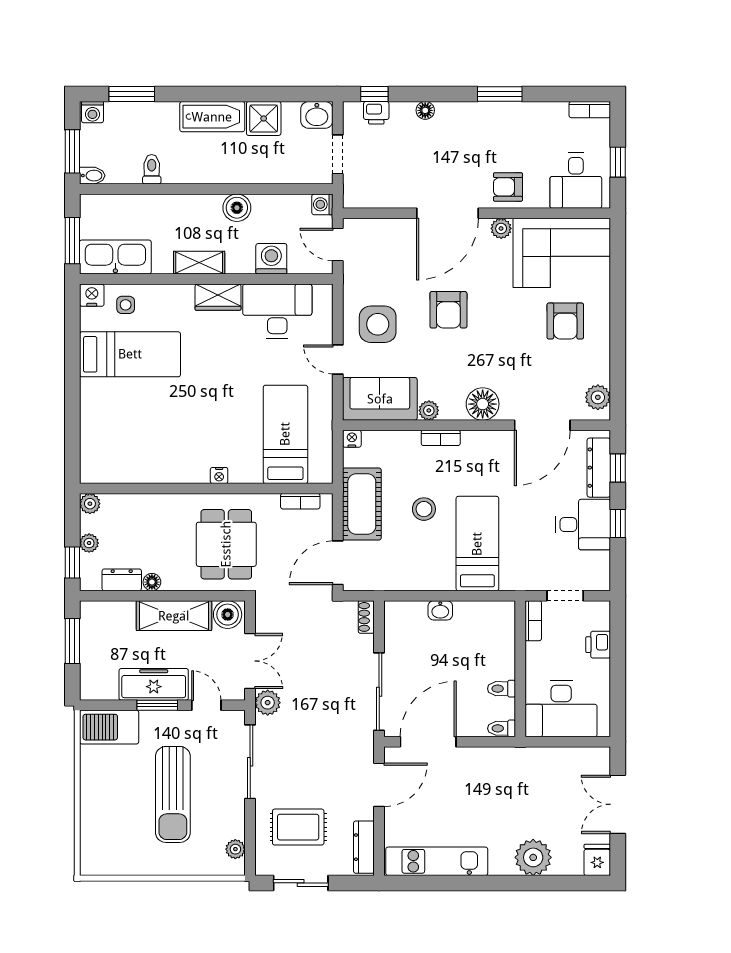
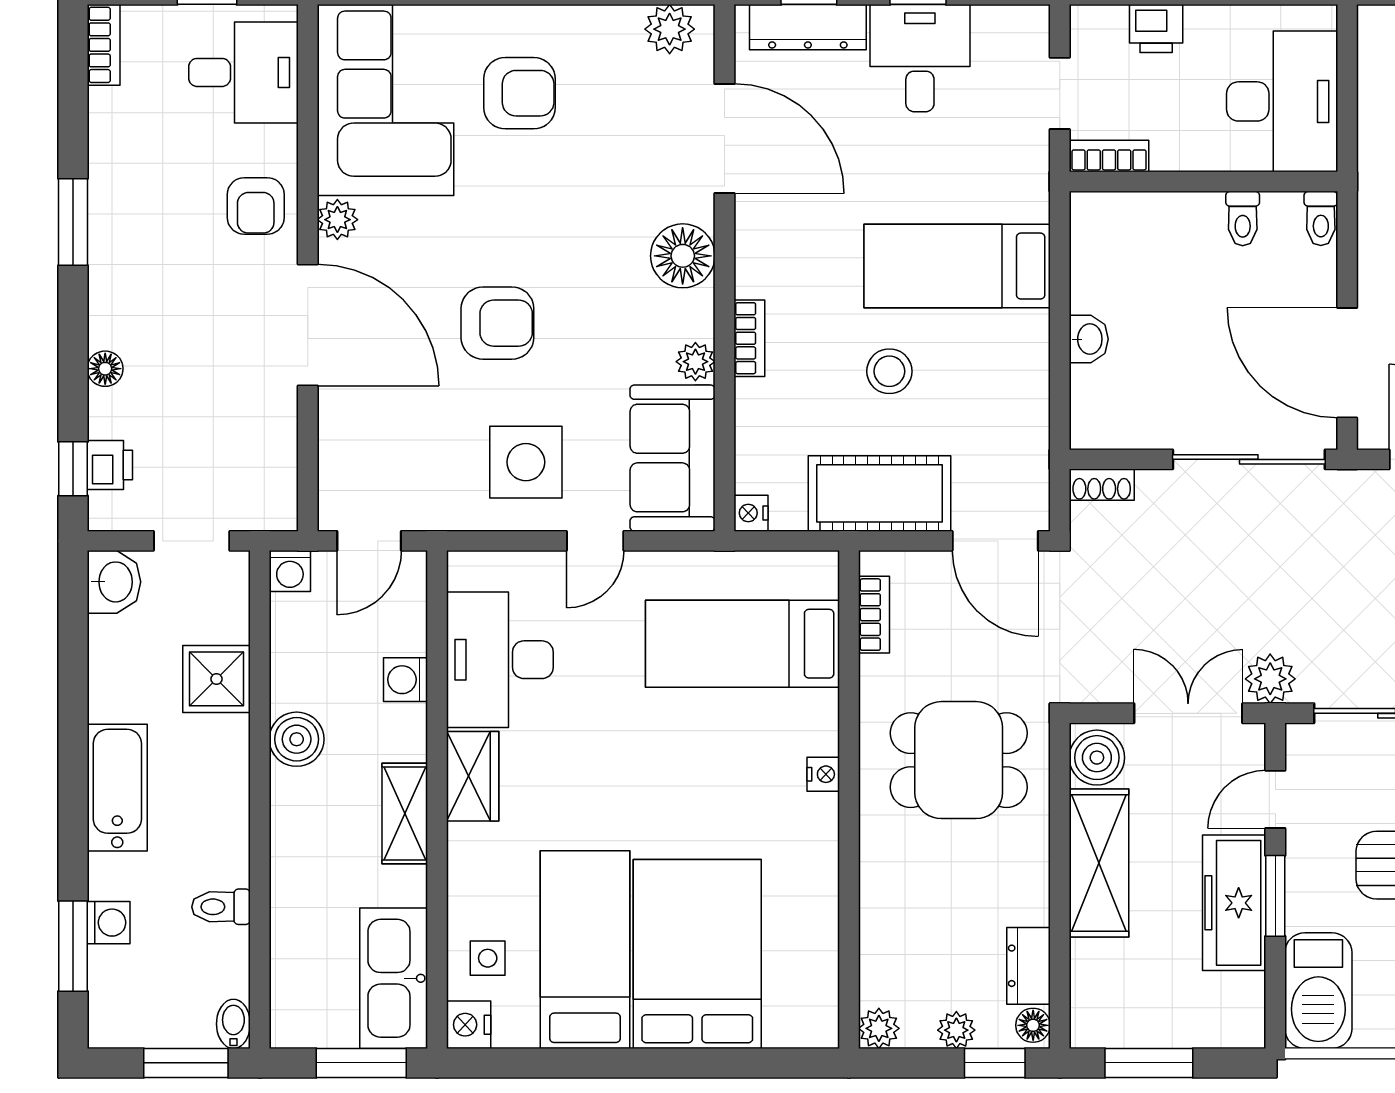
washing machine: (92, 112) -> (109, 923), moved
shower: (264, 118) -> (217, 679), moved
washing machine: (271, 259) -> (405, 680), width x0.73, depth x0.73
bed: (128, 411) -> (697, 954), added
floor lamp: (152, 582) -> (1033, 1025), moved

